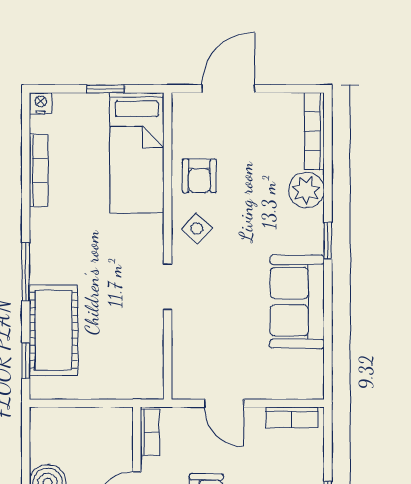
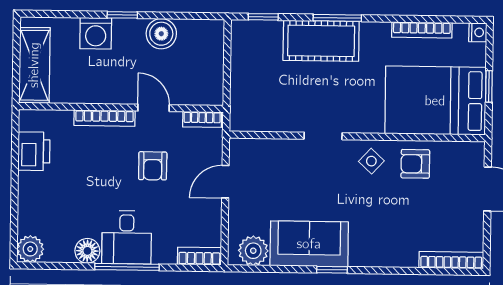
bed: (137, 153) -> (435, 101), width x1.50
plant: (306, 190) -> (253, 251), moved
window: (328, 240) -> (332, 270), moved
cot: (54, 330) -> (321, 41), moved
bookcase: (292, 417) -> (199, 256), moved, turned 90

